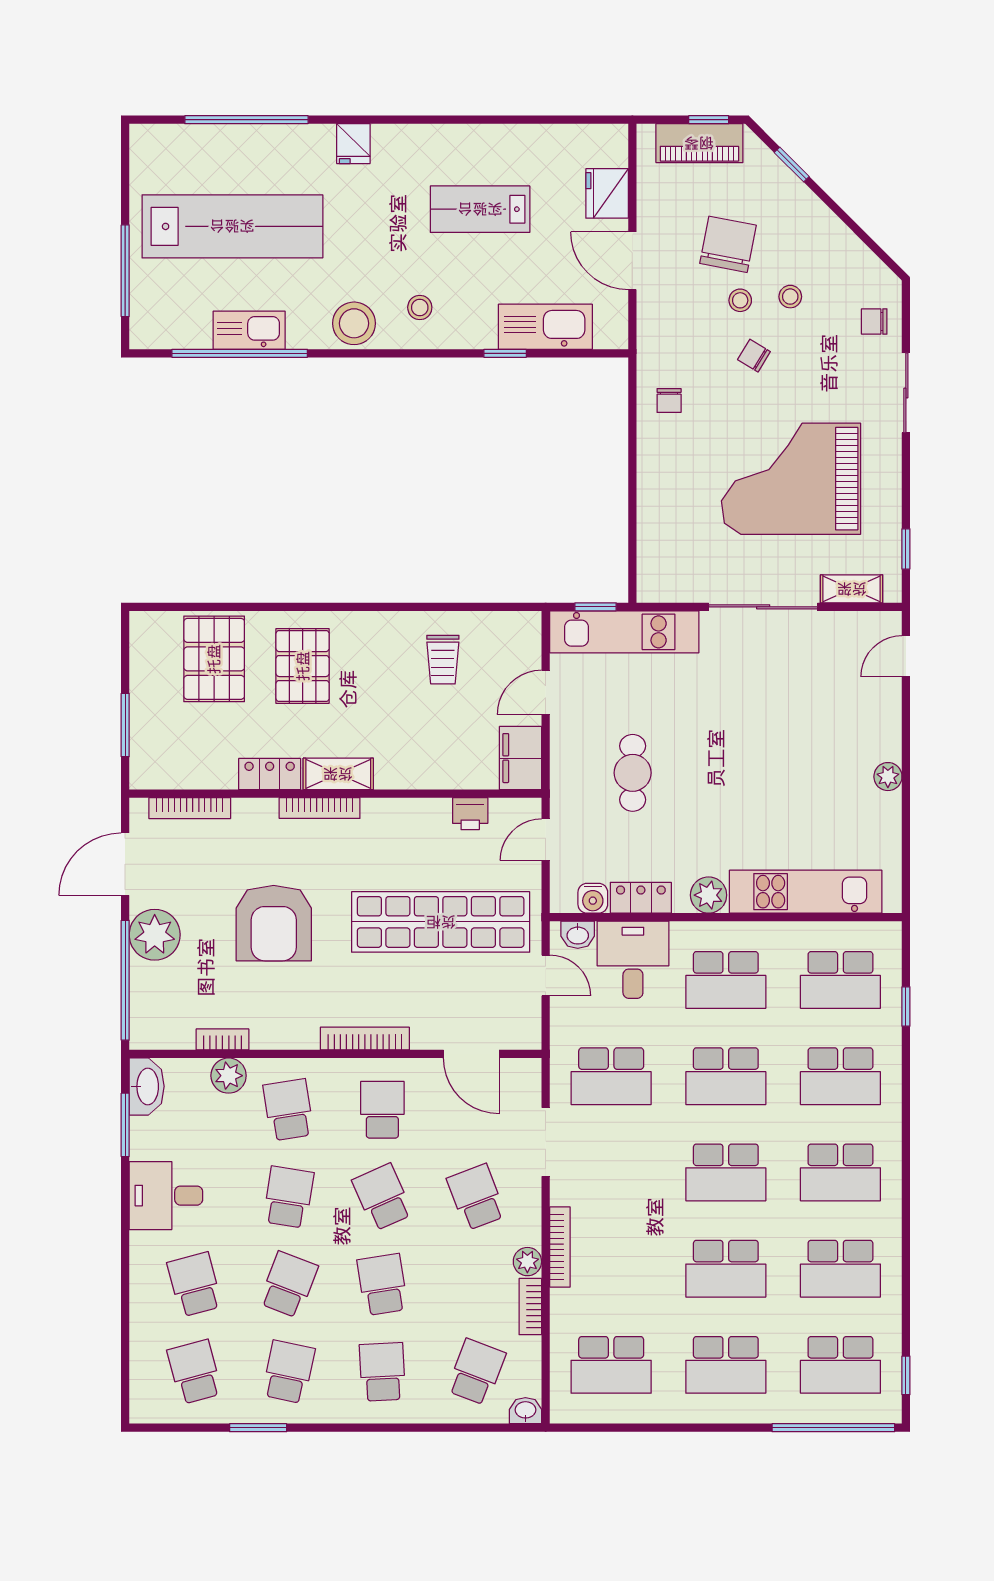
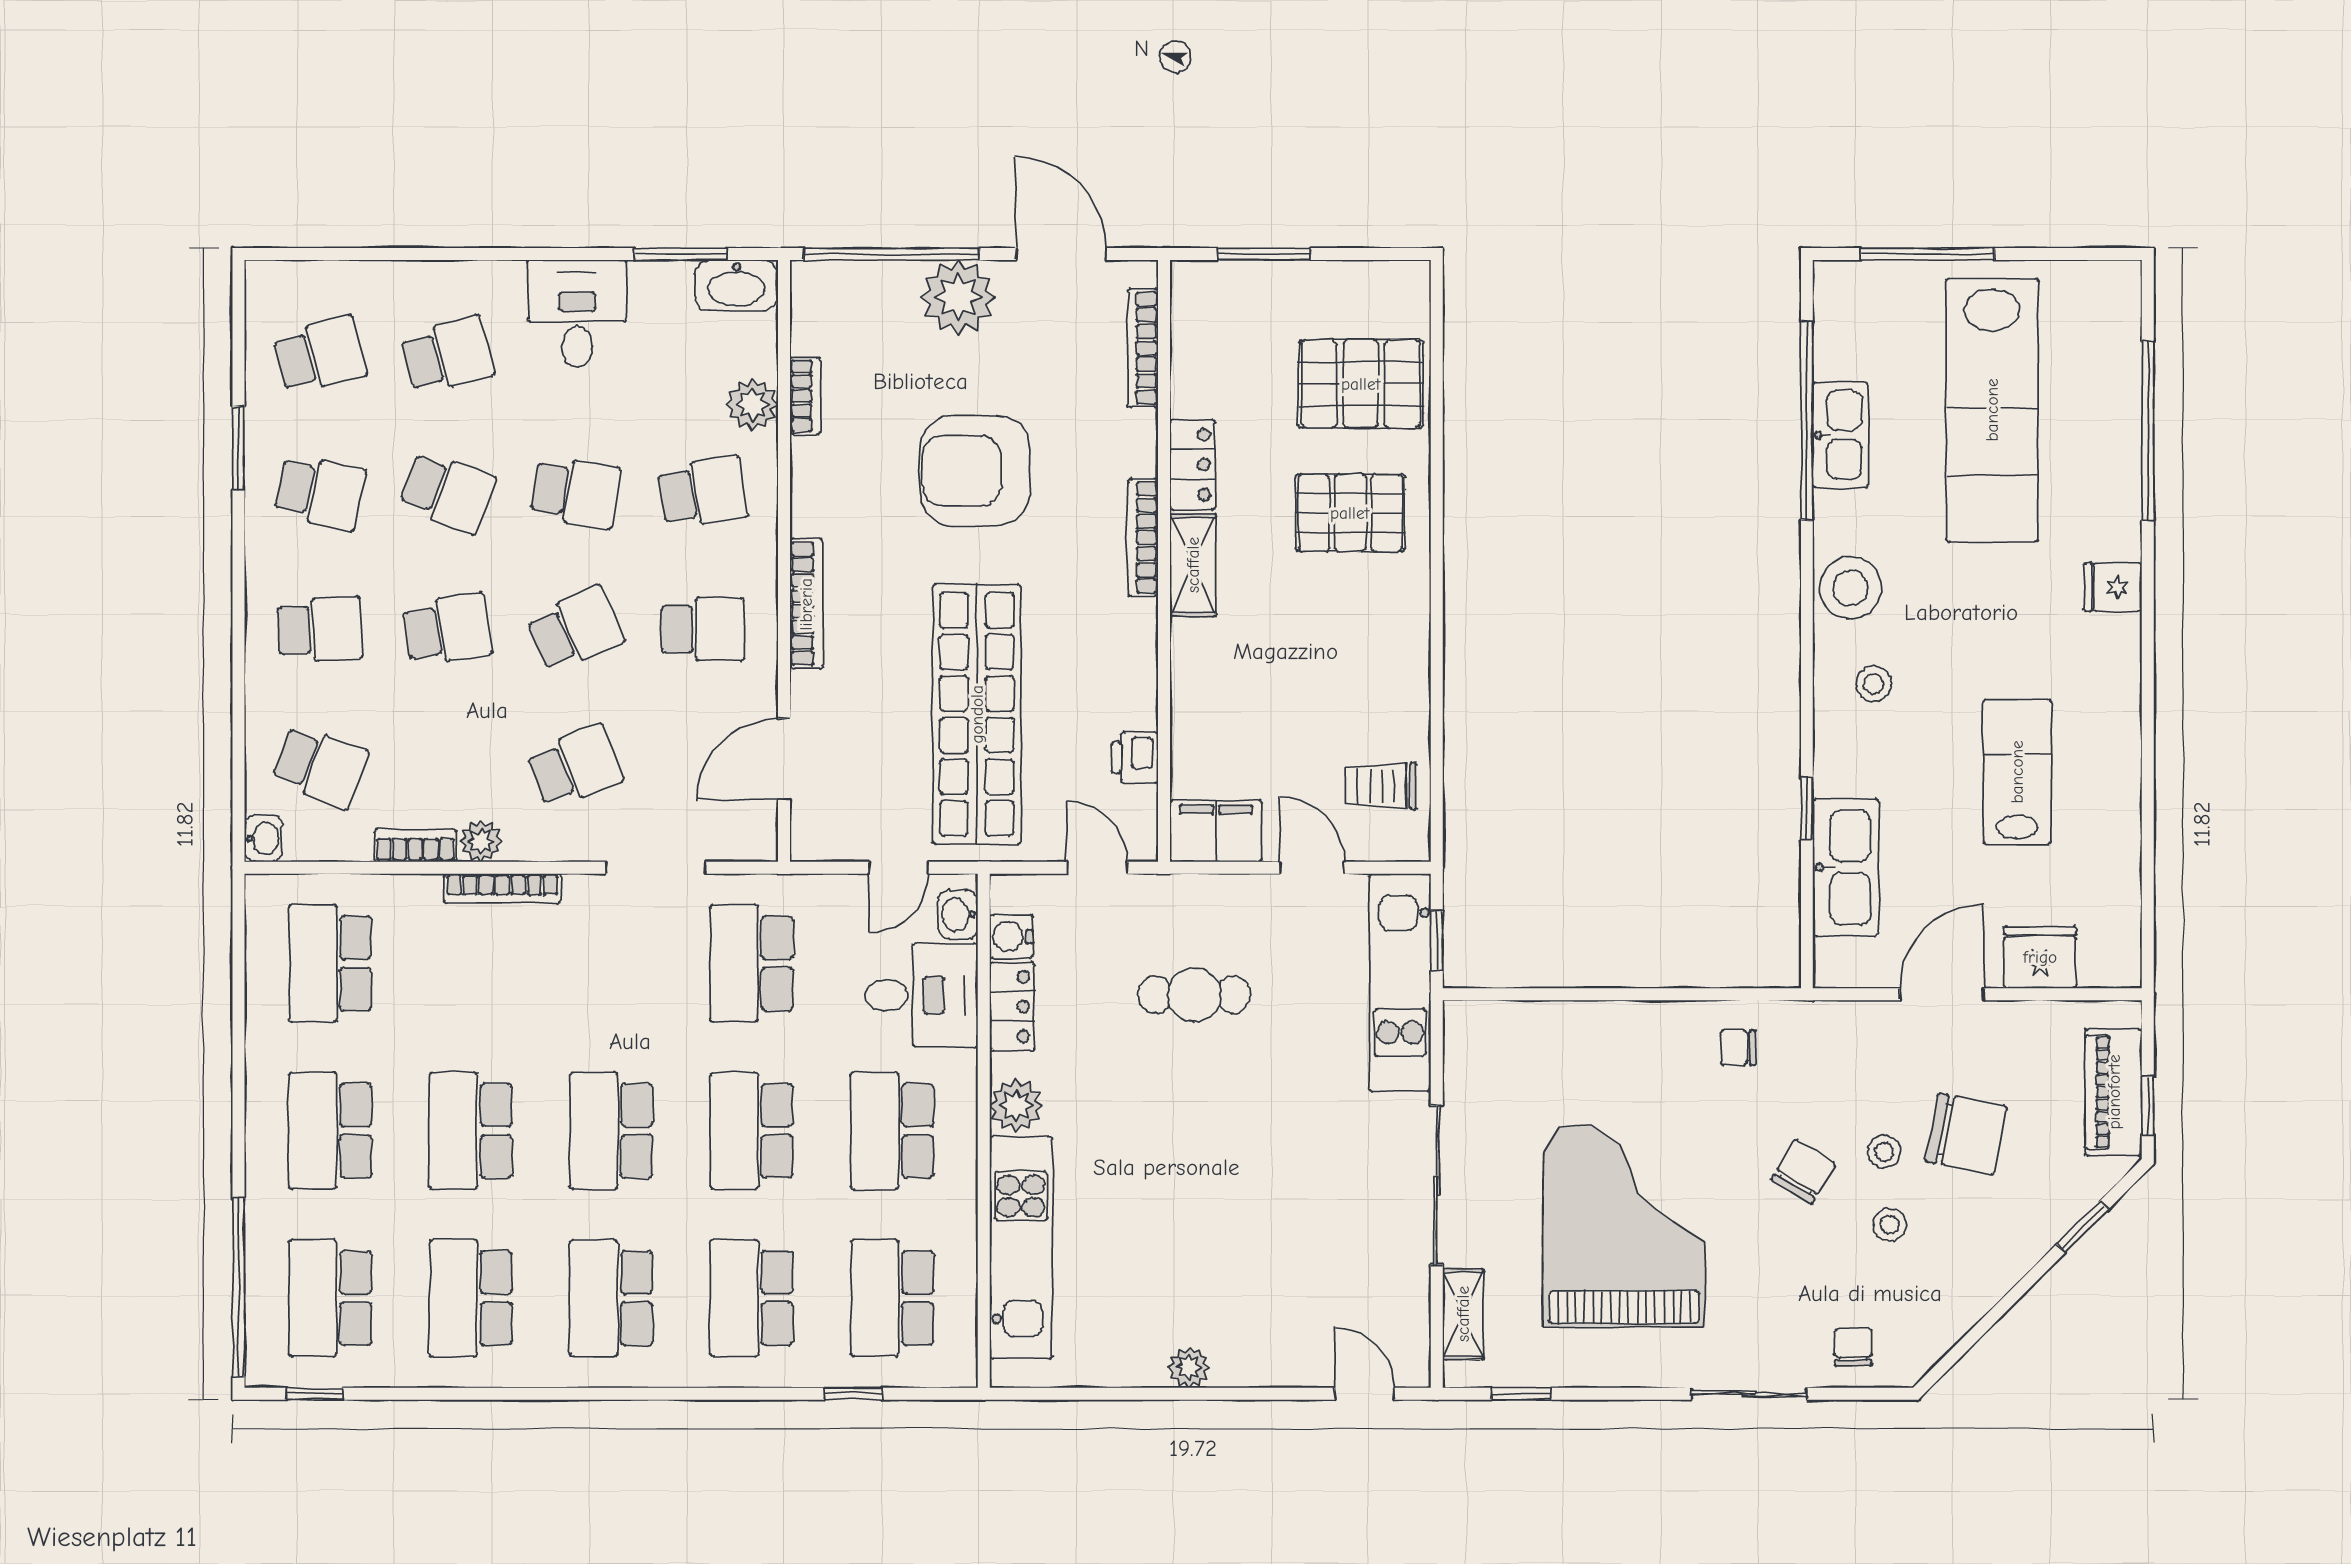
chair: (754, 356) -> (1803, 1172), width x1.37, depth x1.37
trolley: (443, 660) -> (1381, 786), moved

